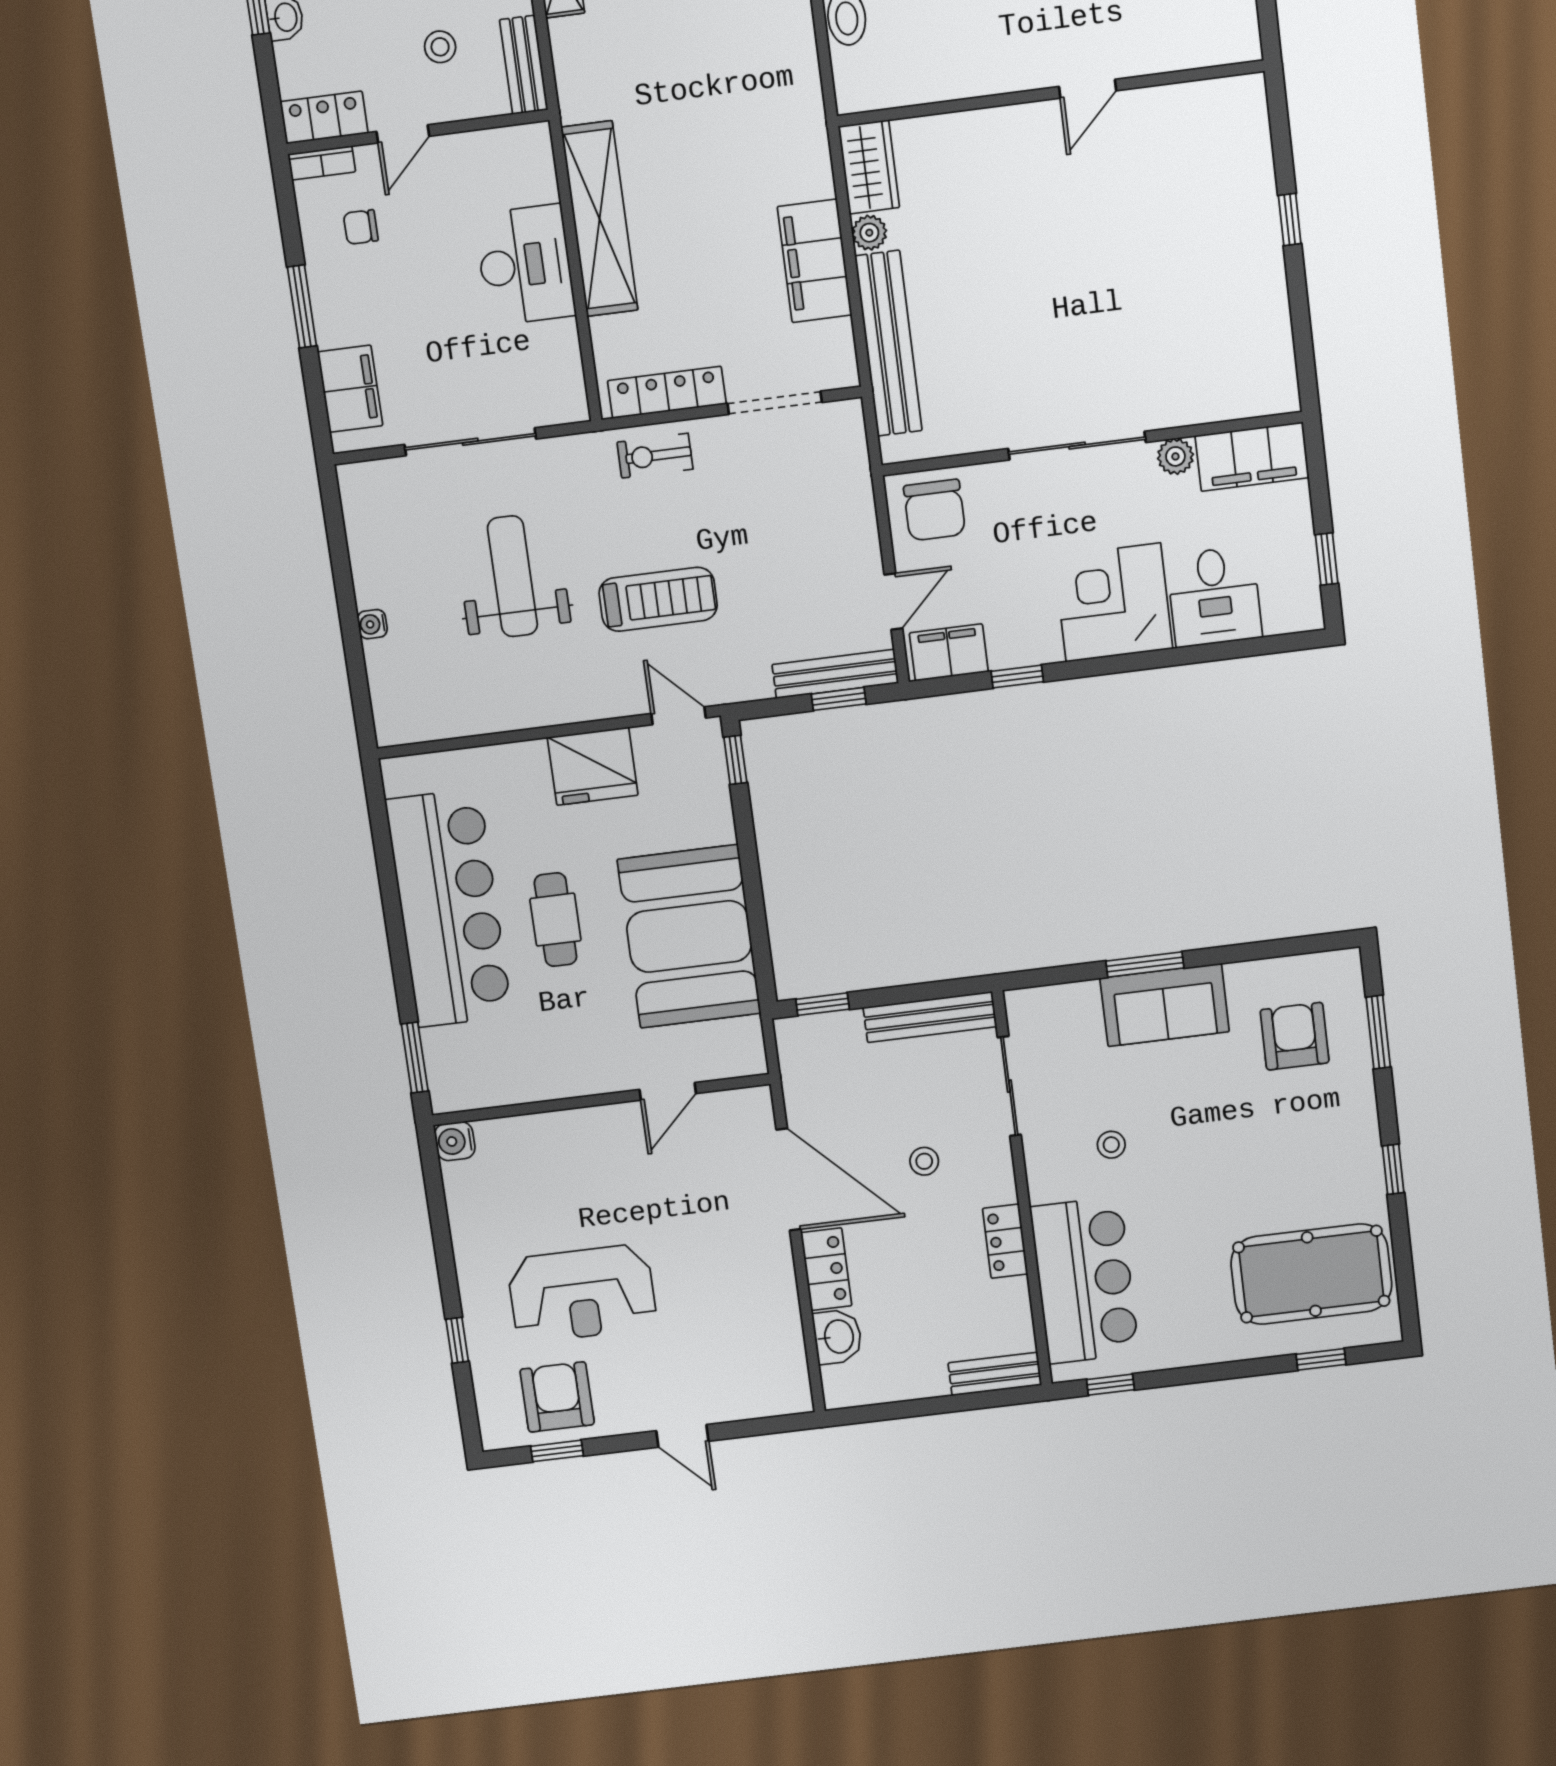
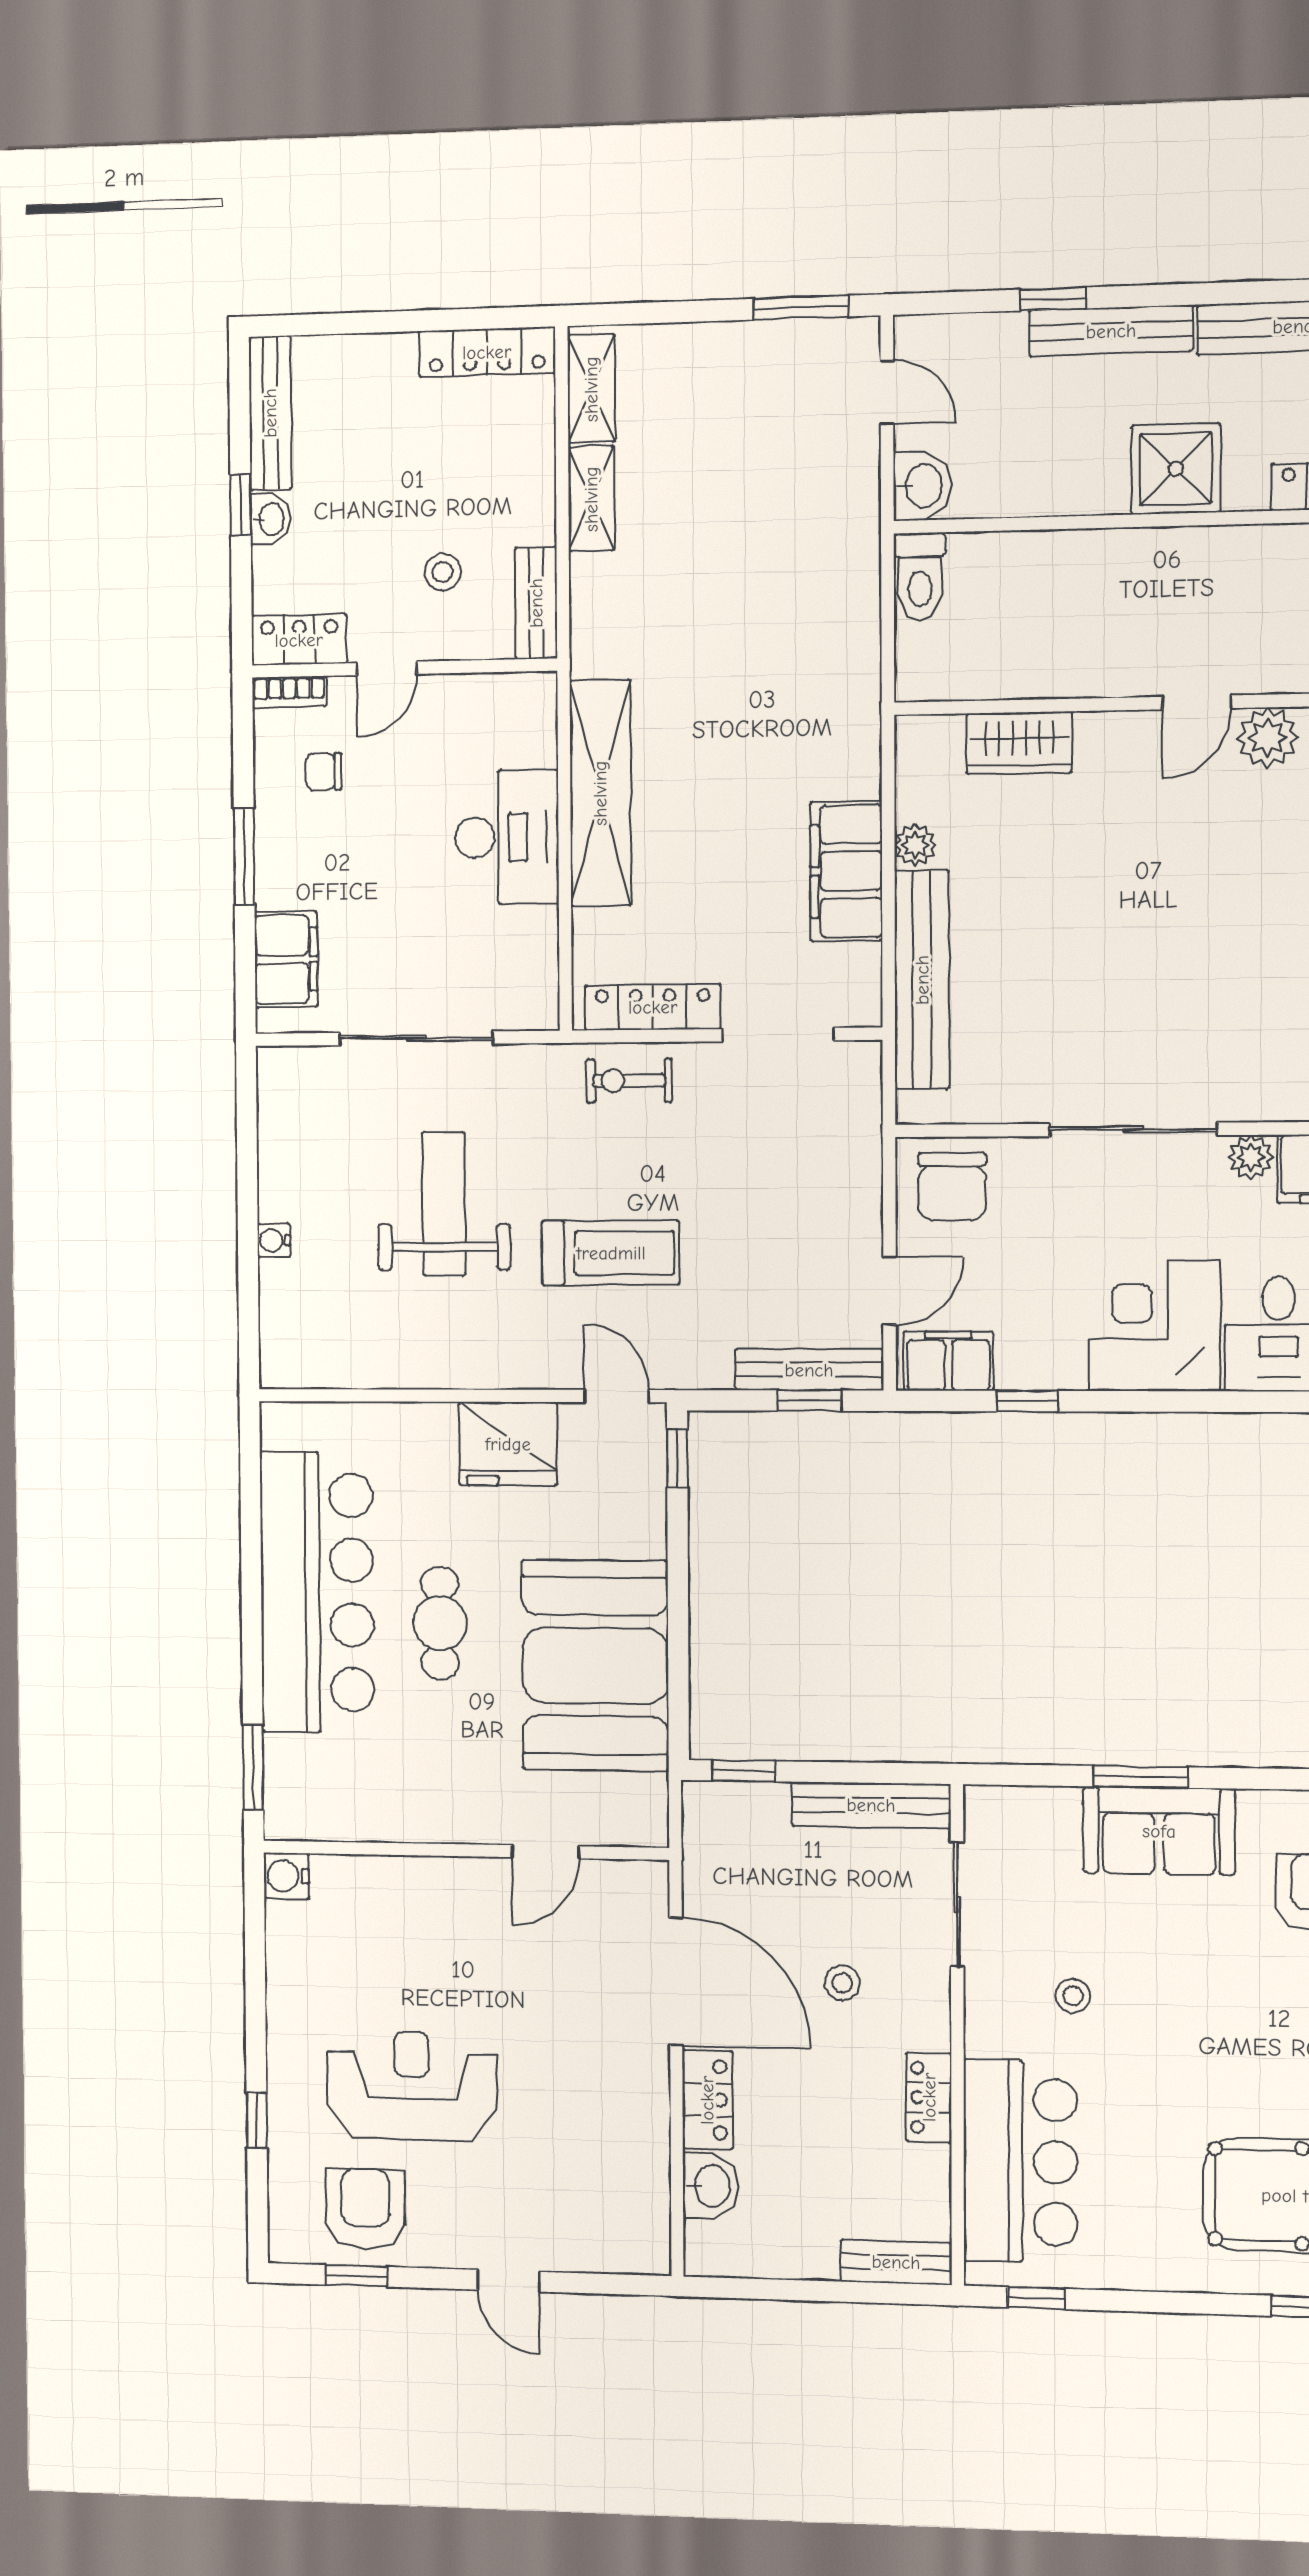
plant: (1149, 111) -> (1268, 738), added
wardrobe: (869, 167) -> (1019, 743), moved, turned 90
reception desk: (582, 1294) -> (412, 2085), turned 180

